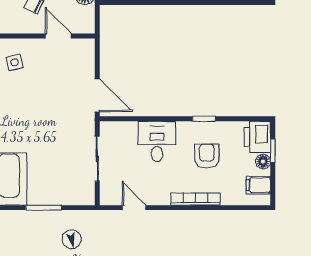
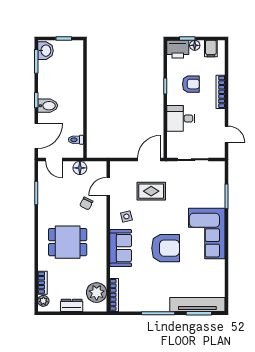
rug: (51, 98) -> (151, 191), added
armchair: (207, 156) -> (191, 84), turned 180
door: (134, 208) -> (226, 134), swing flipped

